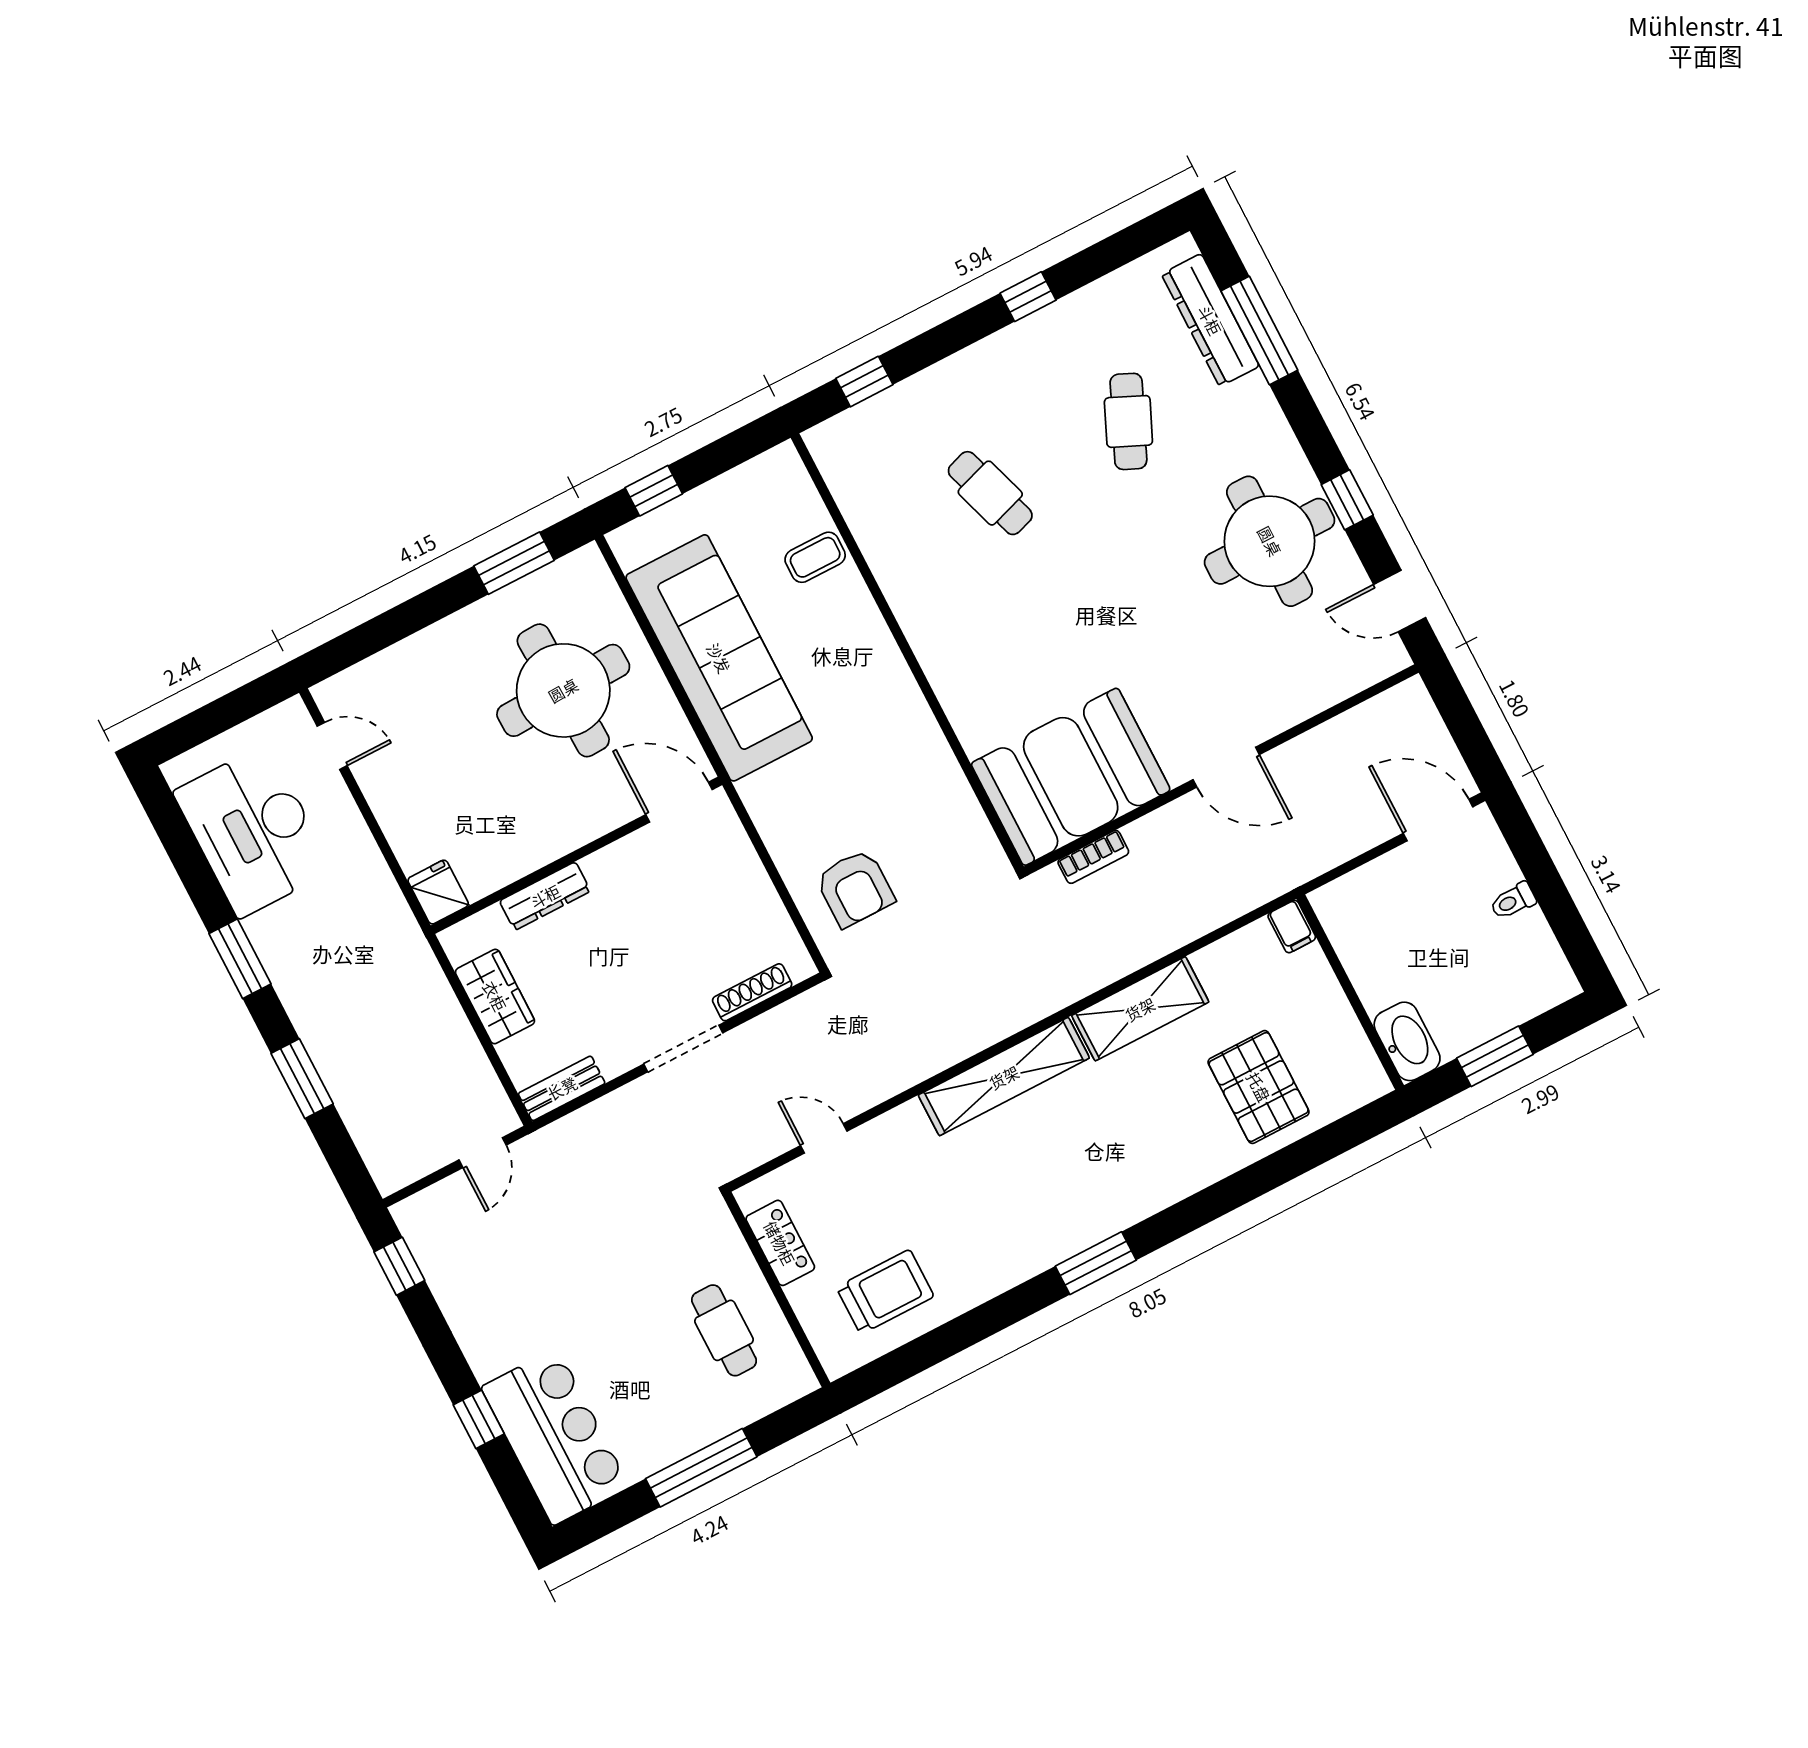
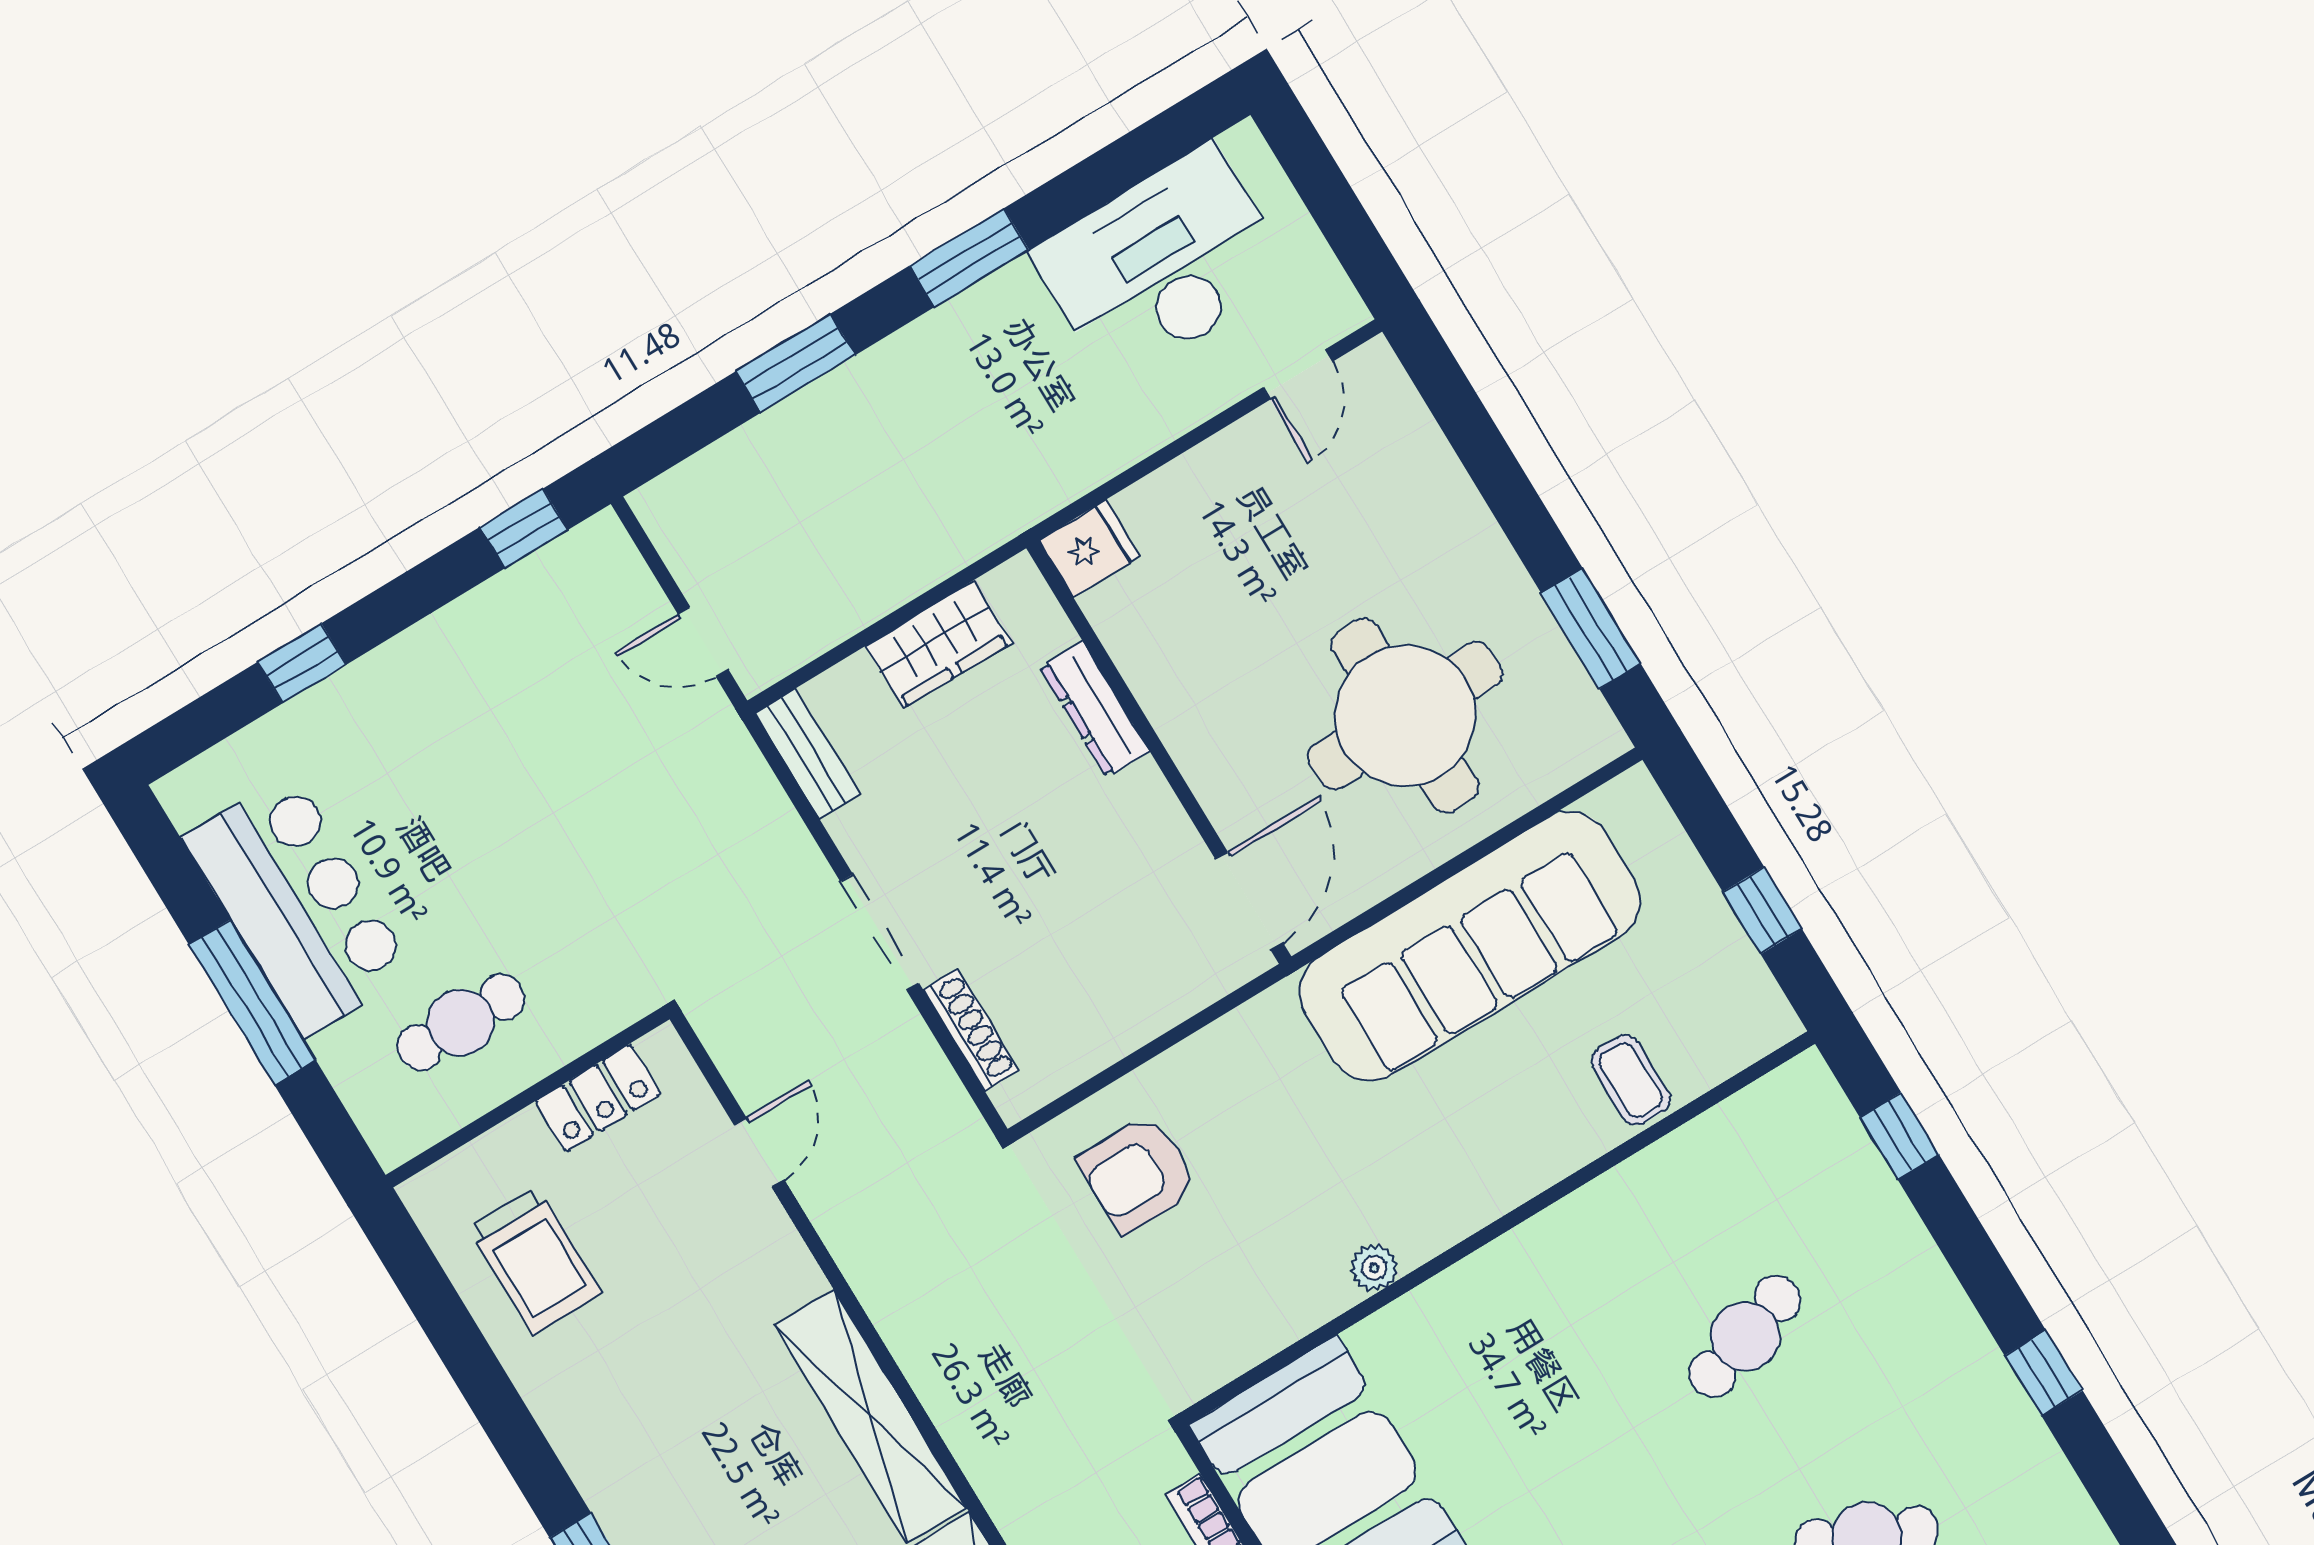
window: (654, 491) -> (1762, 910), moved
plant: (928, 736) -> (1374, 1268), added
bar counter: (555, 1437) -> (298, 905), moved, turned -90

